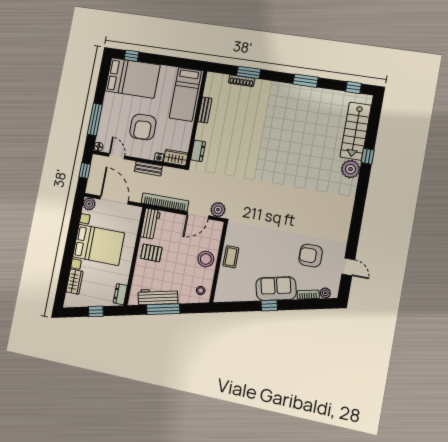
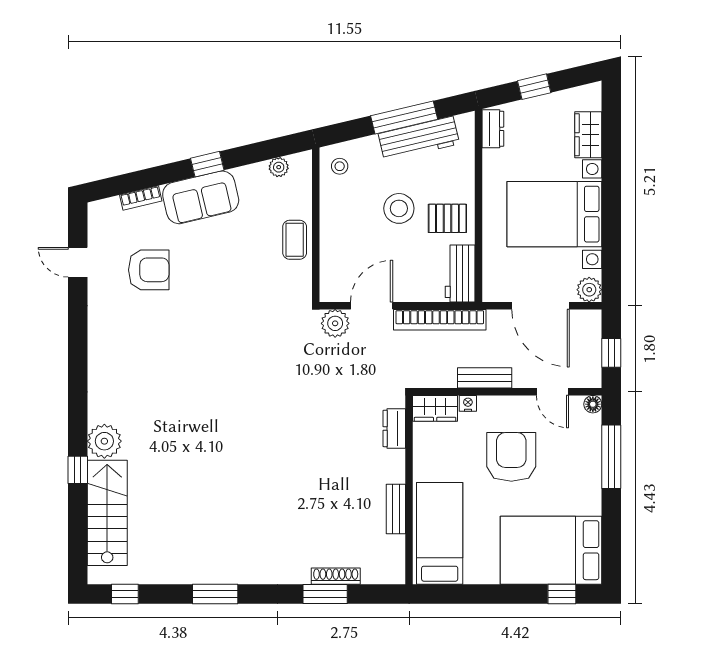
stool: (206, 259) -> (399, 208), moved
plant: (325, 293) -> (279, 167), moved

